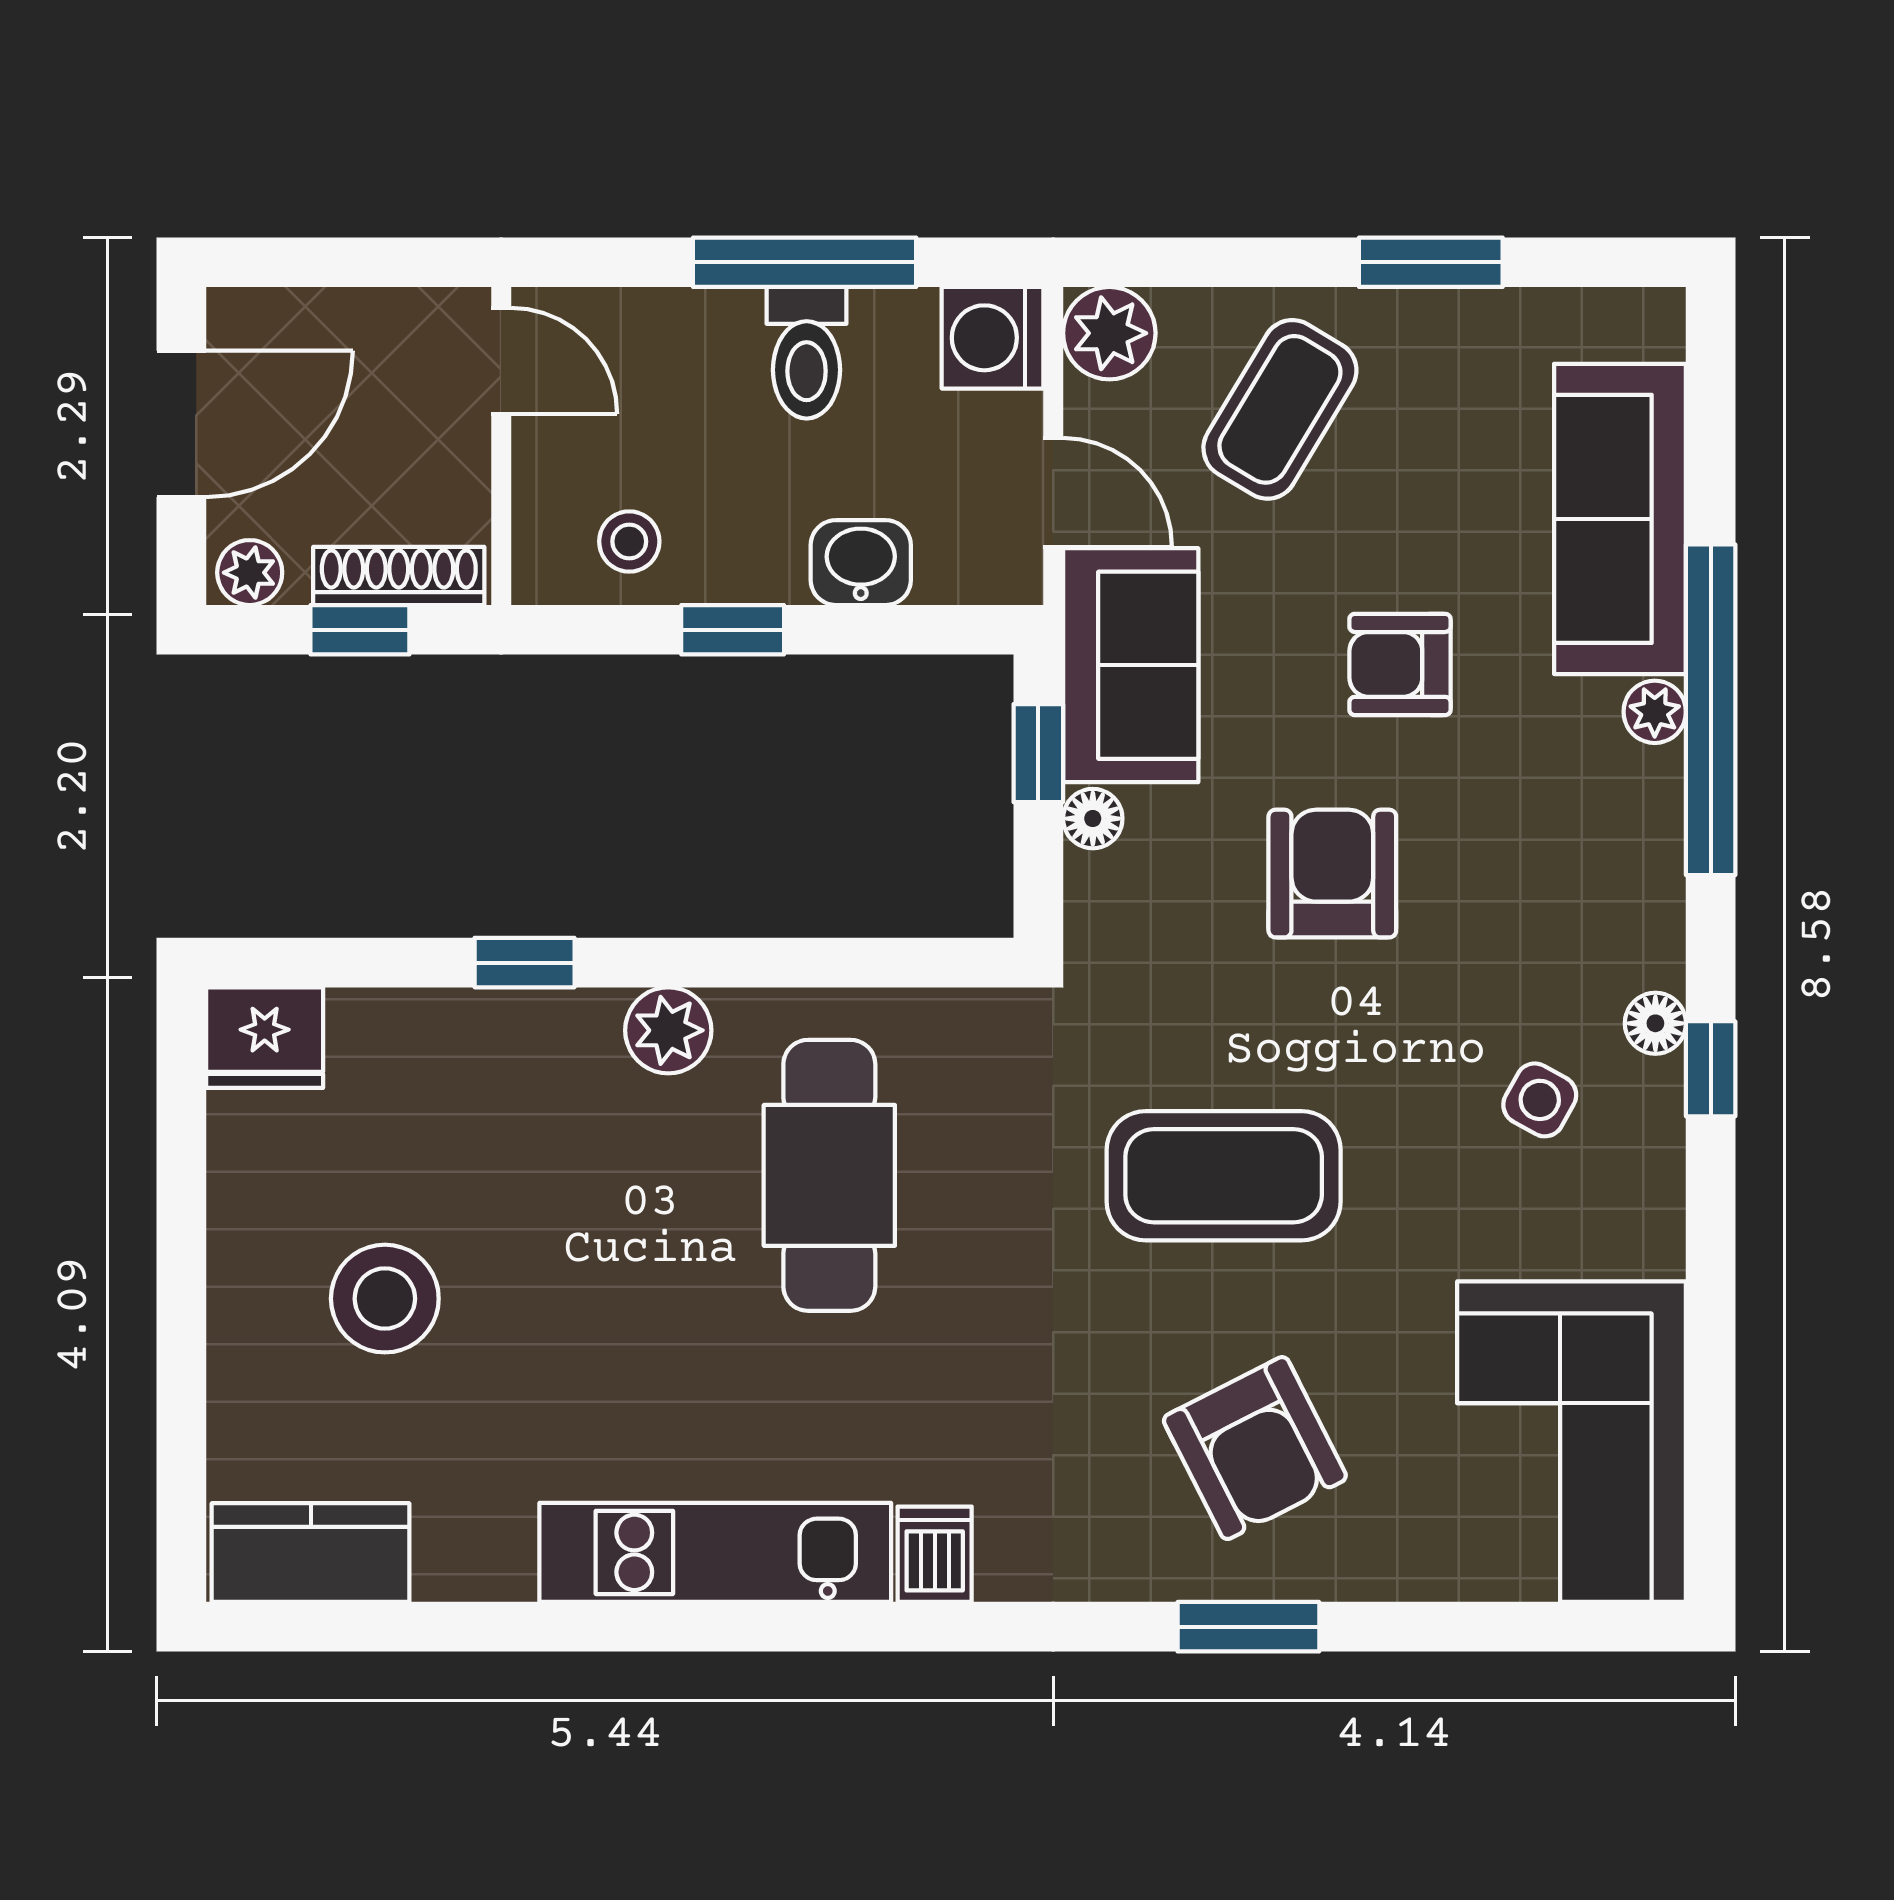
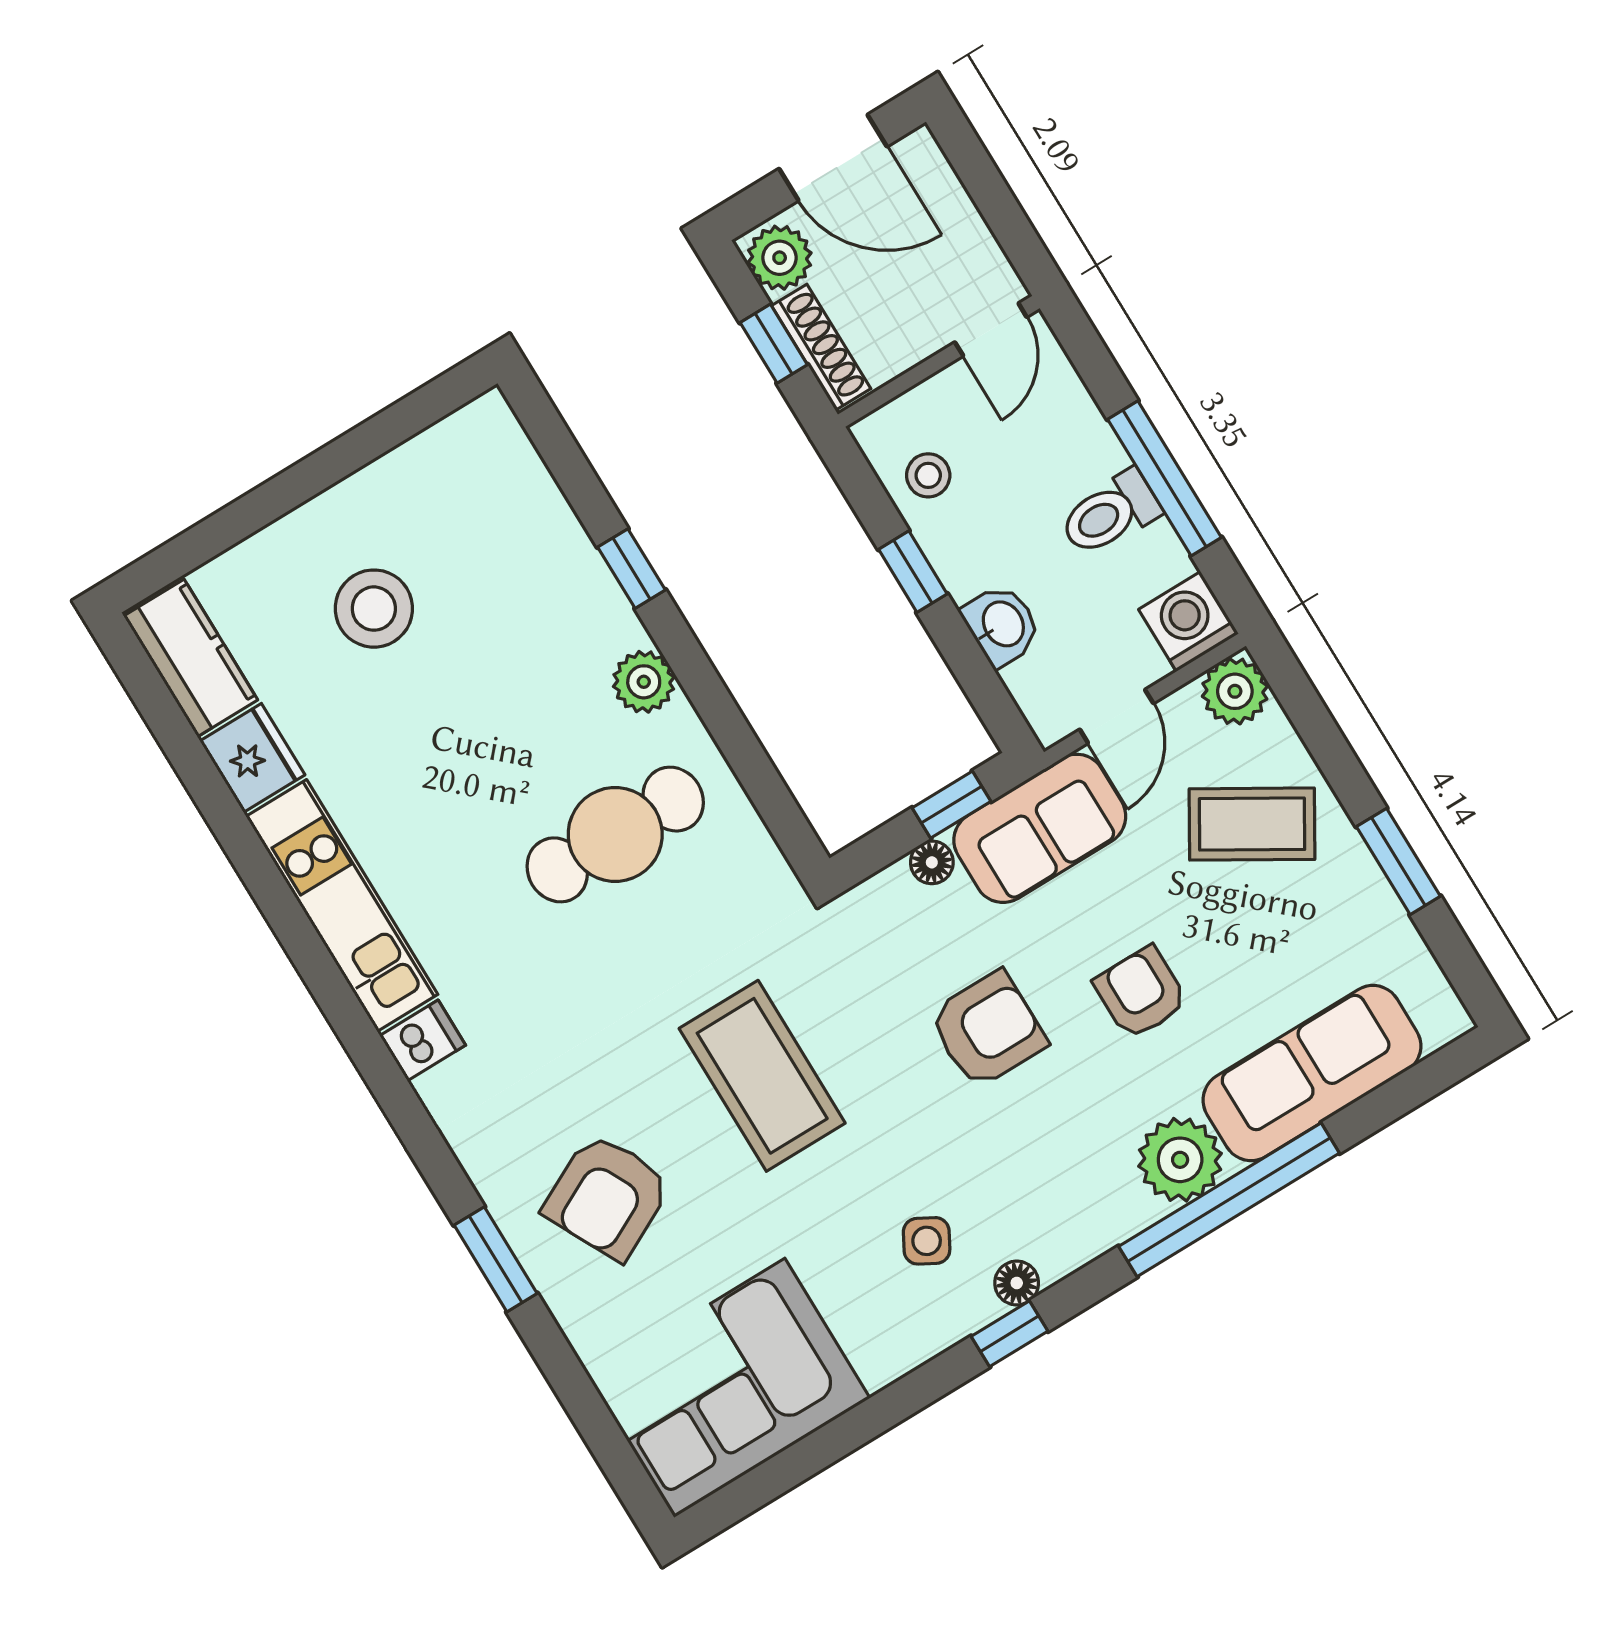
plant: (250, 573) -> (780, 258), width x1.38, depth x1.38
plant: (1655, 712) -> (1180, 1160), width x1.87, depth x1.87
fridge: (265, 1038) -> (252, 758), moved, turned 180

